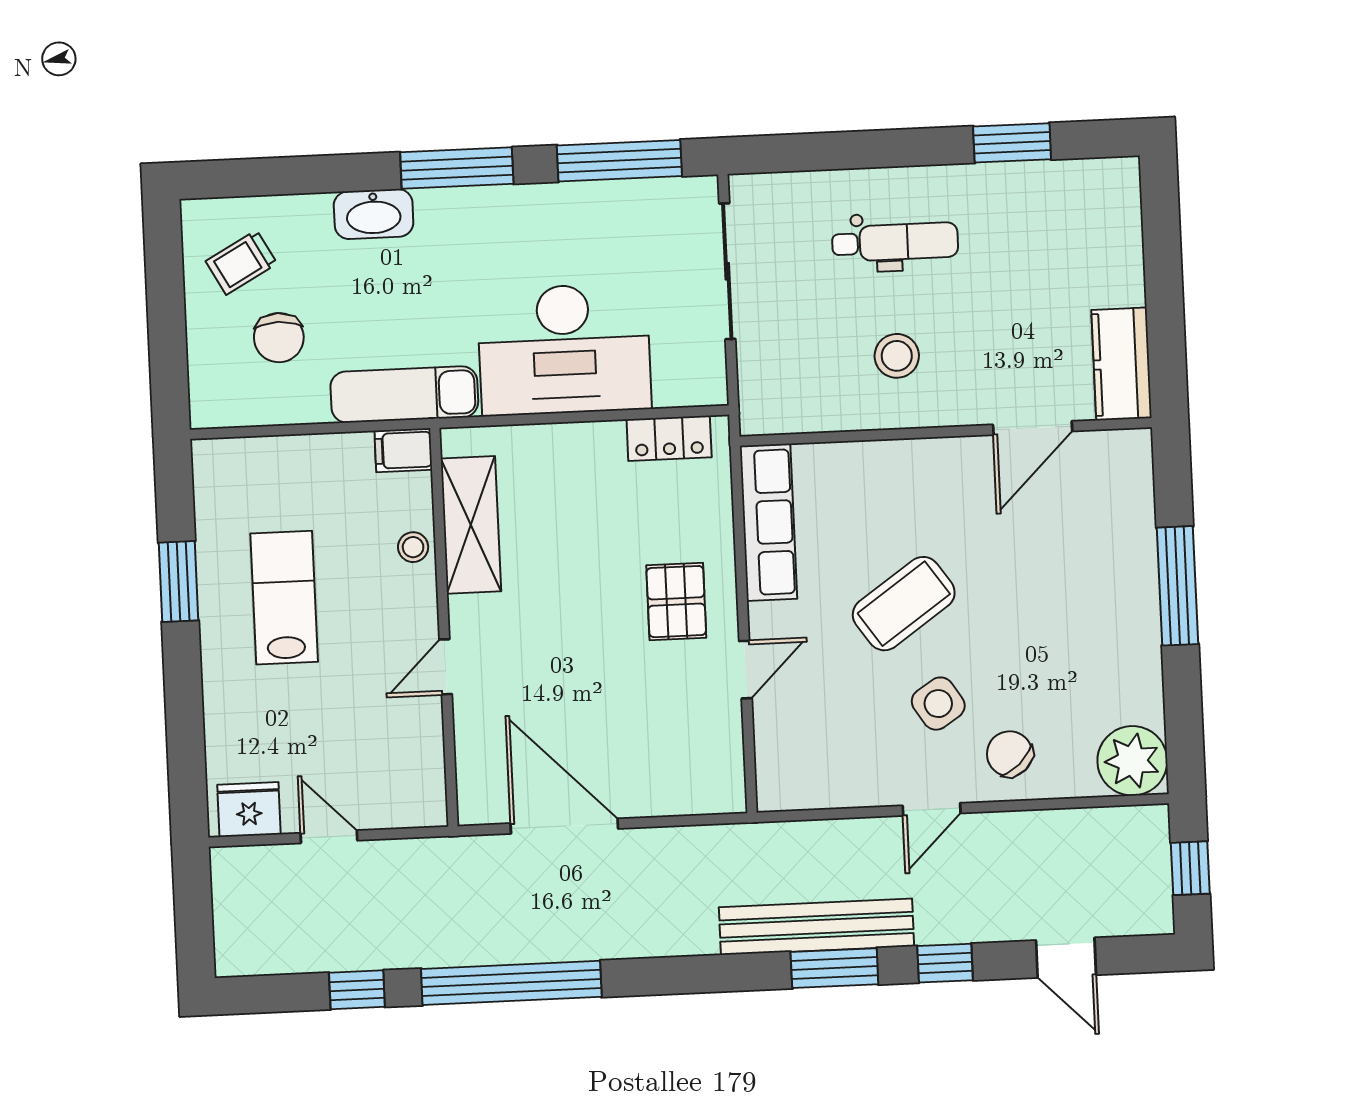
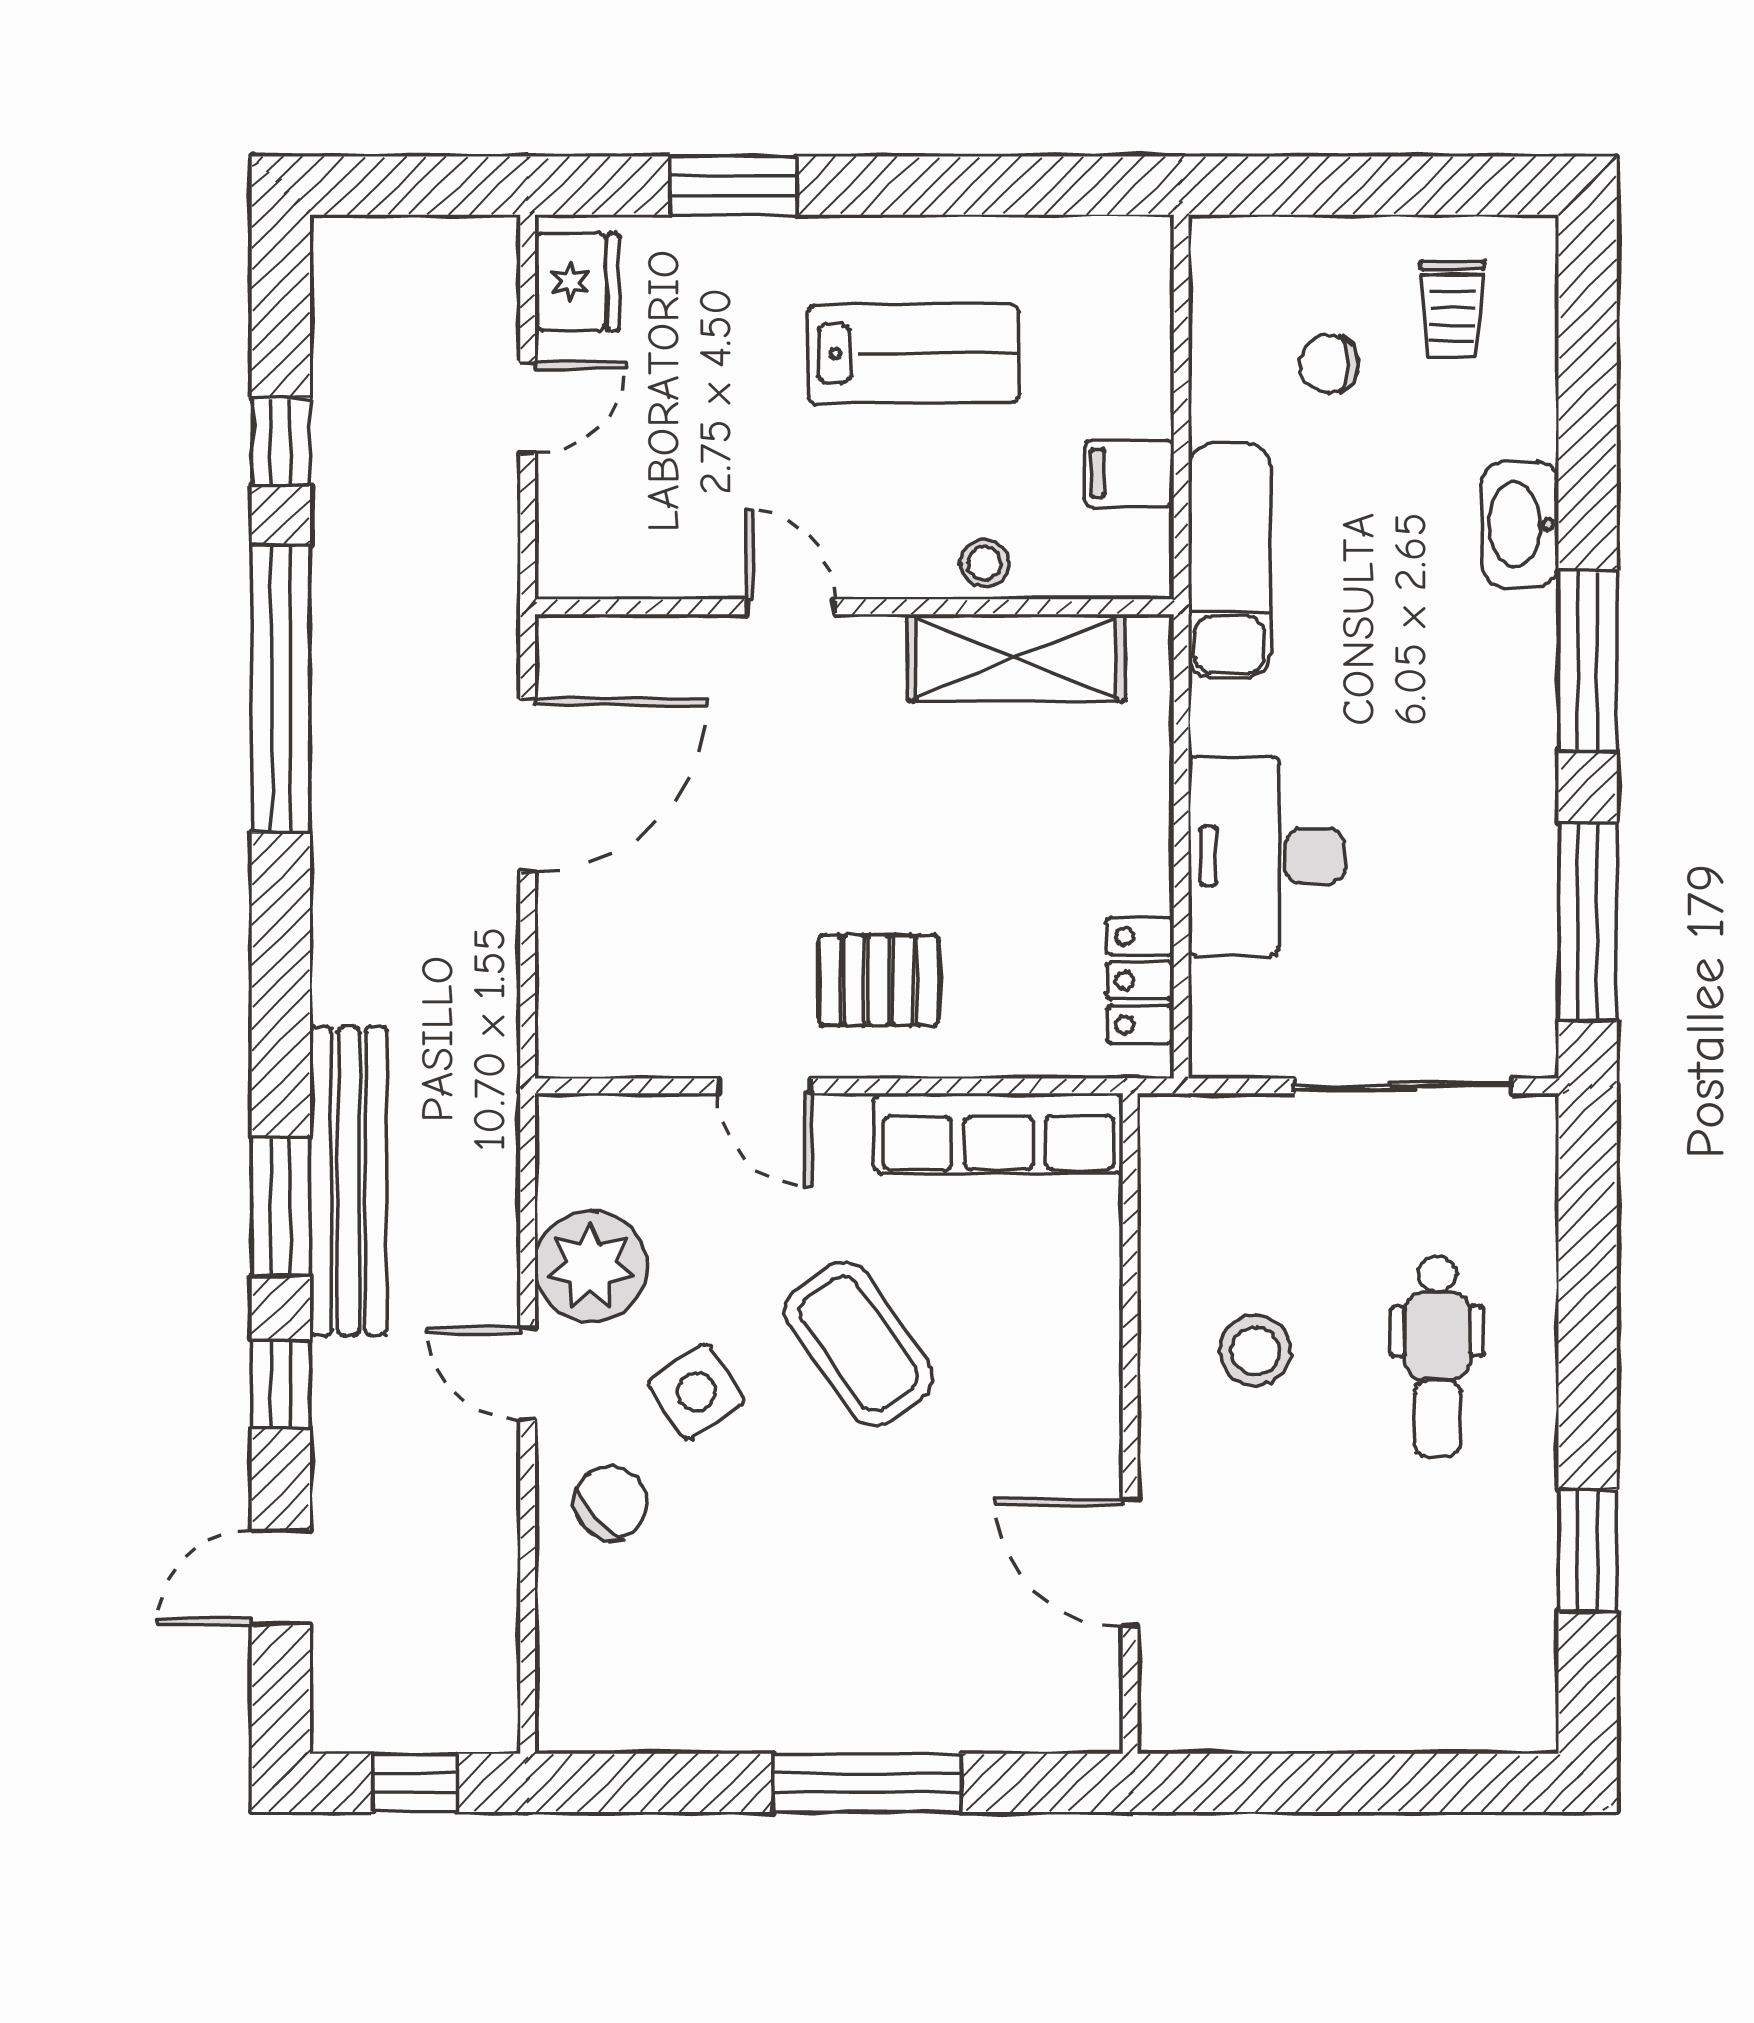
trolley: (241, 262) -> (1452, 310), turned -151
chair: (279, 338) -> (1329, 364), width x0.73, depth x0.73
desk: (564, 349) -> (1267, 856), width x0.73, depth x0.77
kitchen counter: (1122, 364) -> (1226, 1709), removed
filing cabinet: (403, 450) -> (1129, 473), moved, turned -90
window: (178, 581) -> (734, 186), moved
plant: (1132, 761) -> (591, 1266), moved

